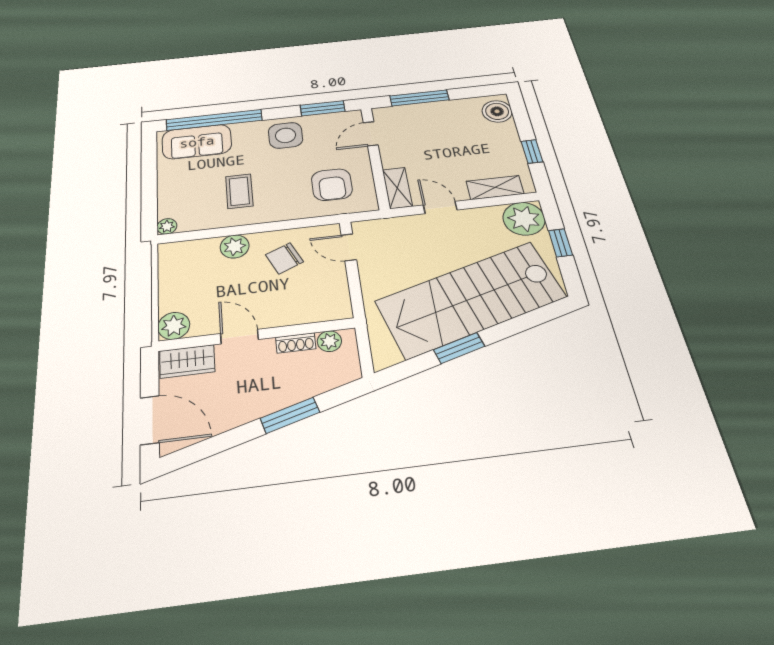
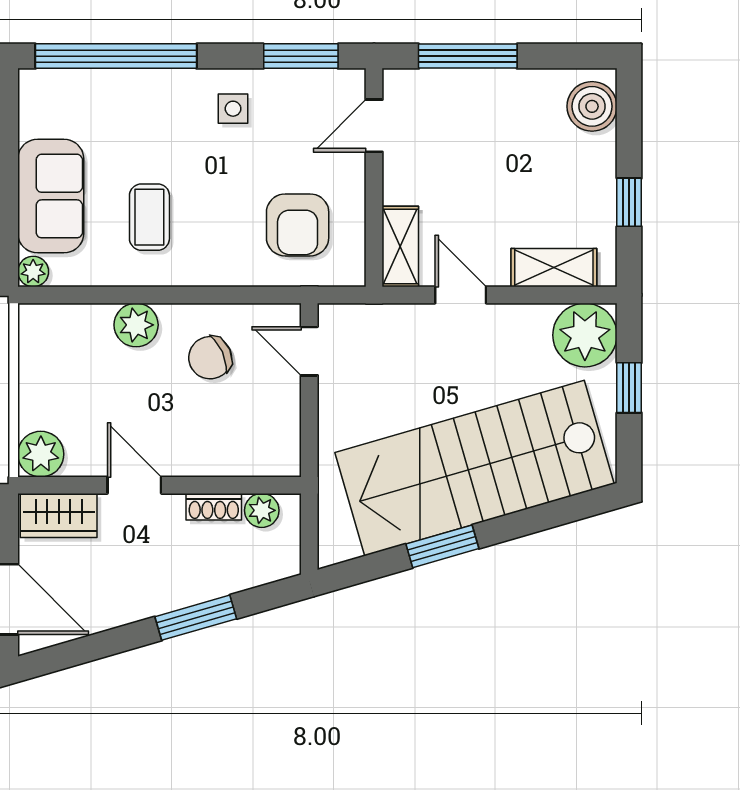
side table: (286, 135) -> (233, 109), width x0.54, depth x0.54
sofa: (197, 142) -> (51, 196), moved, turned -90

